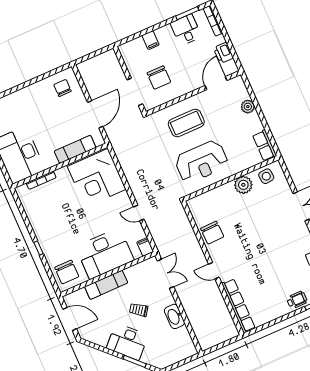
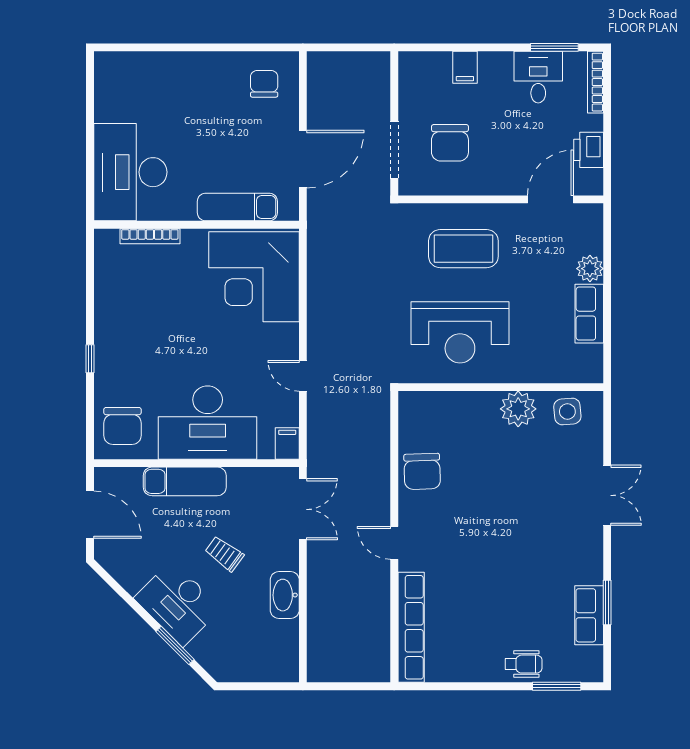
row of seats: (265, 146) -> (589, 314), moved

